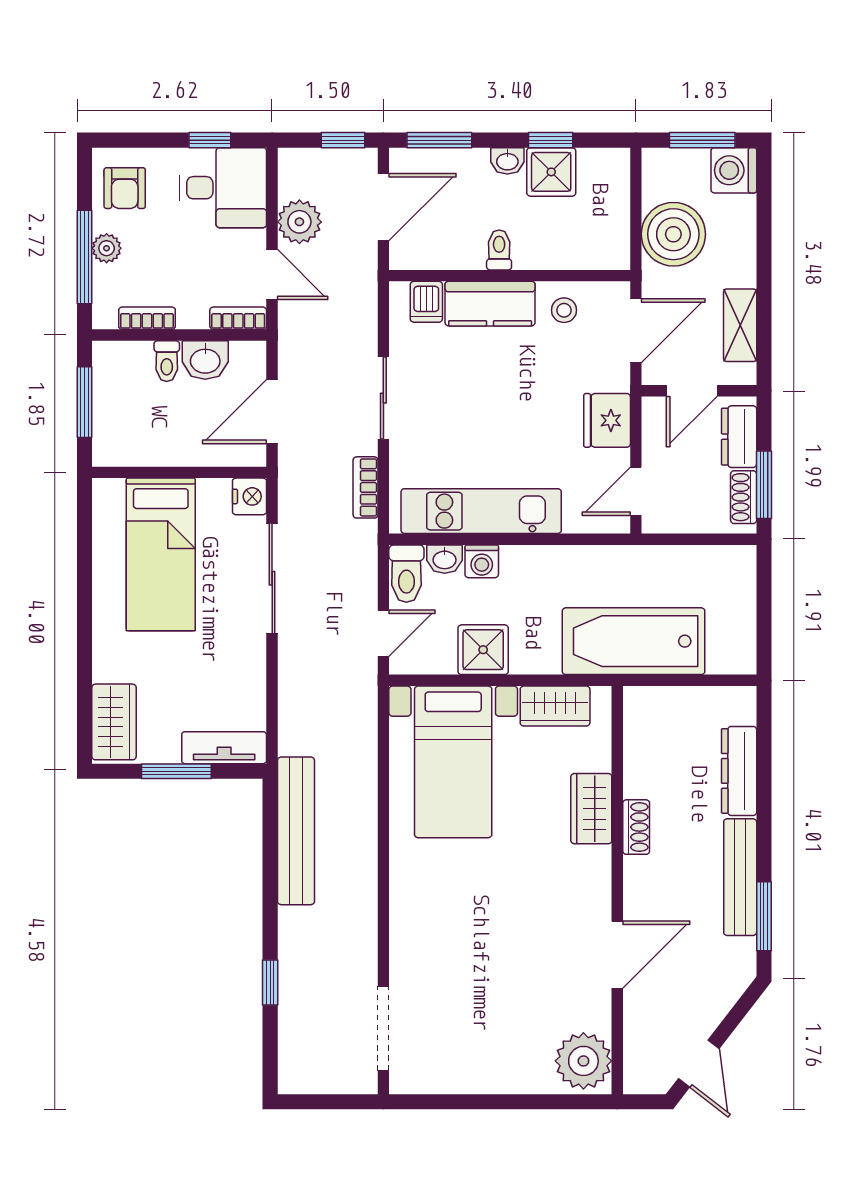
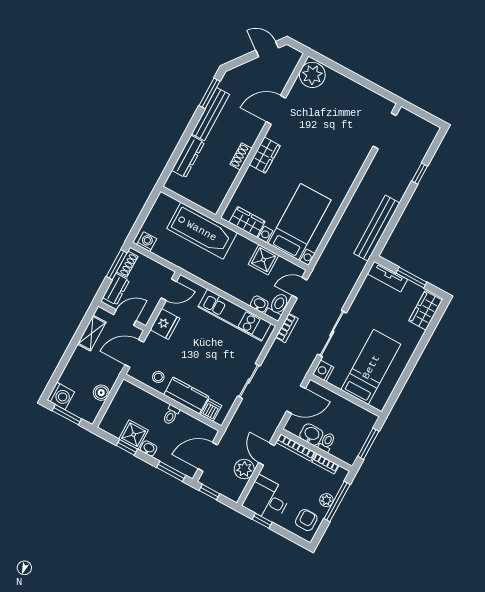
boiler: (673, 234) -> (101, 393), width x0.54, depth x0.54
bookcase: (238, 318) -> (296, 447), width x1.56
bookcase: (366, 487) -> (287, 328), moved
washing machine: (482, 561) -> (147, 242), moved
wardrobe: (591, 809) -> (265, 155), moved
door: (699, 1064) -> (267, 49), hinge flipped

